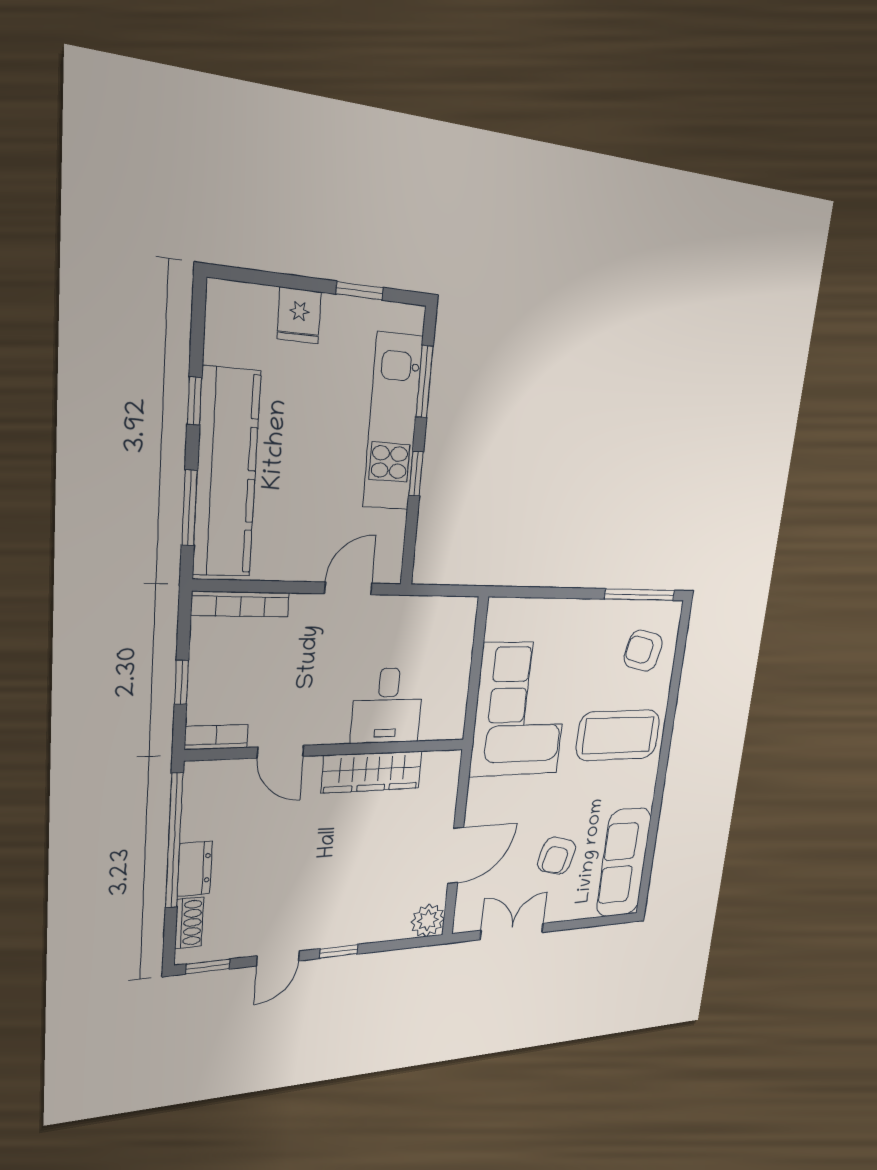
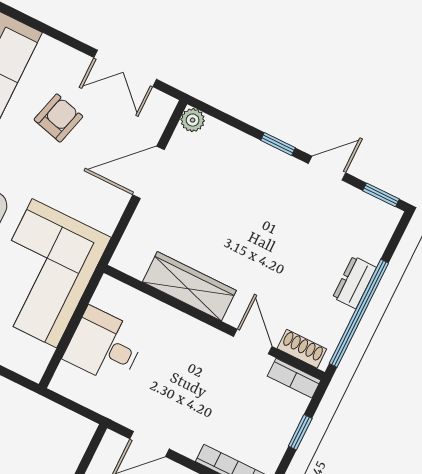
desk: (387, 706) -> (104, 346), moved, turned -90
plant: (428, 920) -> (193, 120), width x0.73, depth x0.73
shoe rack: (189, 923) -> (302, 349), moved, turned 90

